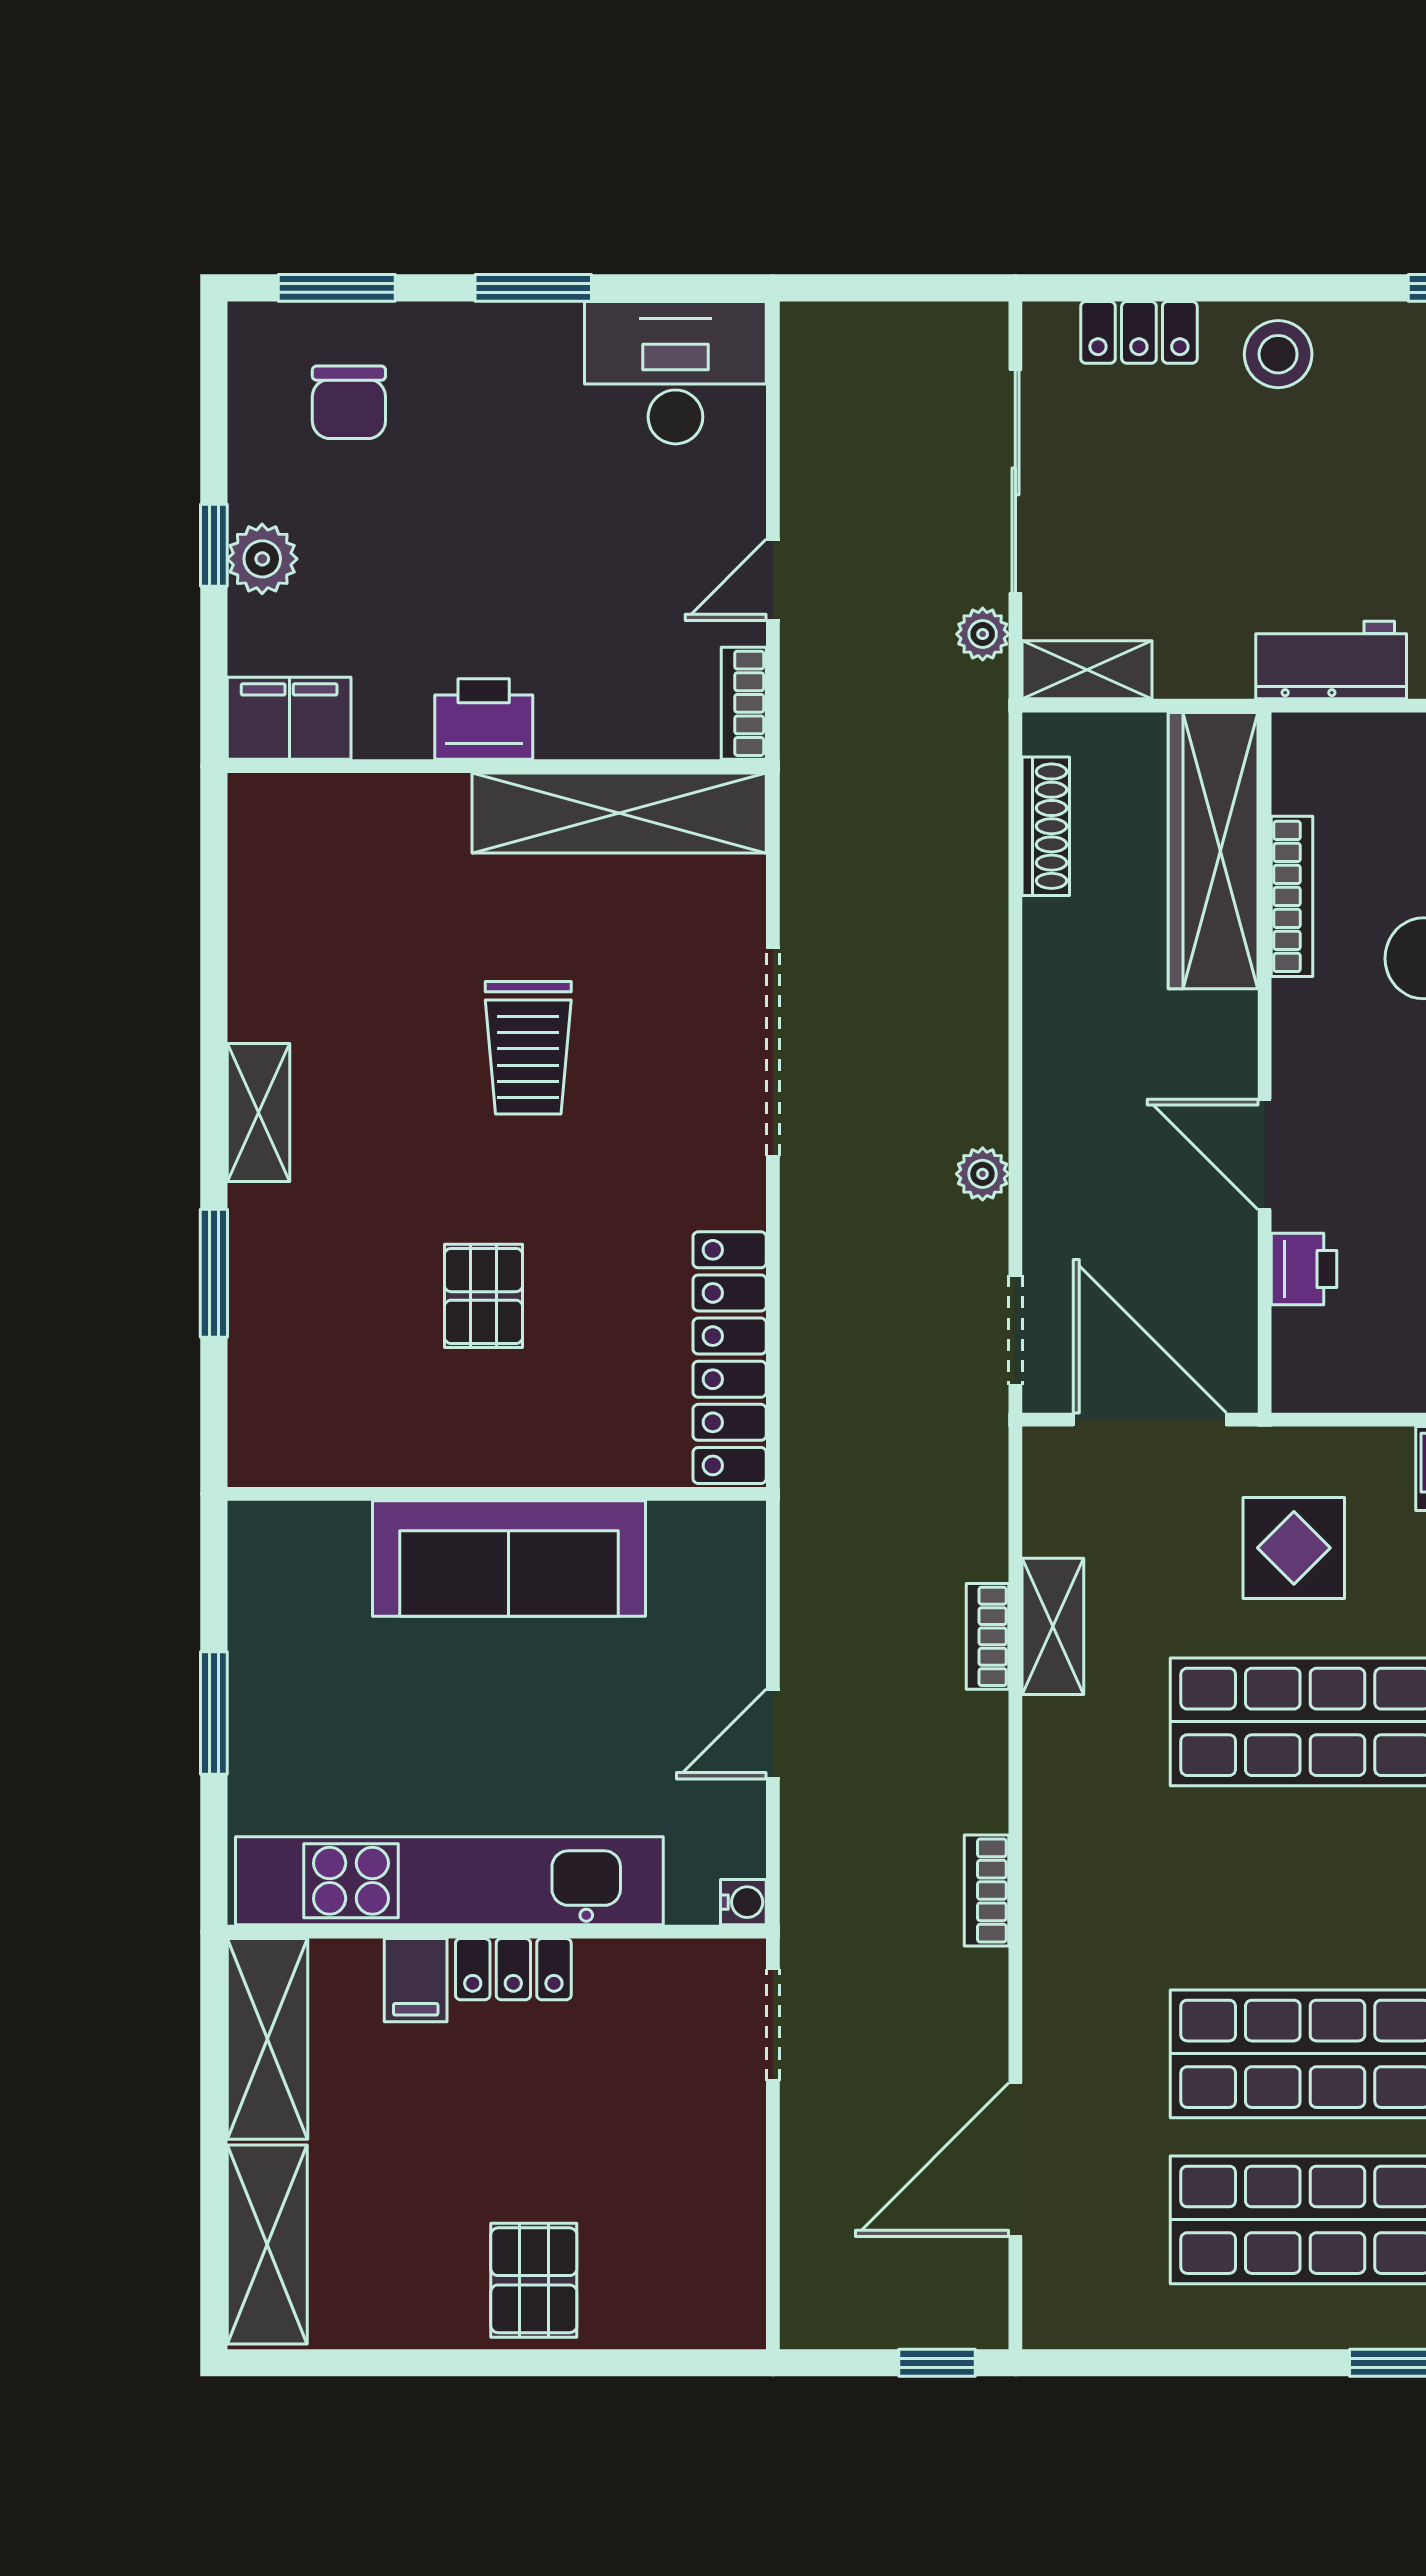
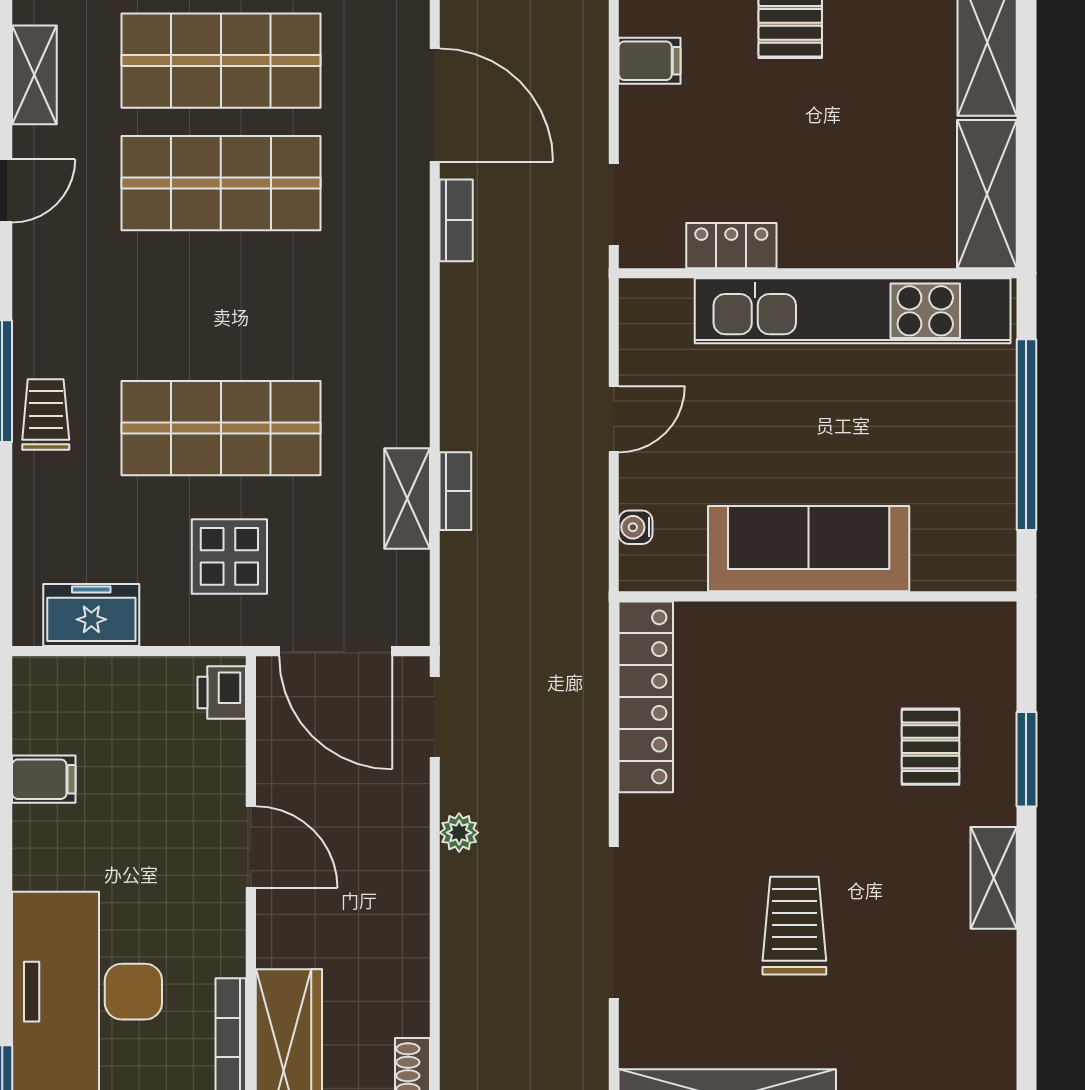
printer: (1304, 1269) -> (222, 693), moved
pallet: (483, 1296) -> (931, 747), moved
window: (214, 1713) -> (1026, 435), width x2.11
bookcase: (987, 1890) -> (456, 220), moved
water cooler: (743, 1902) -> (636, 527), moved
locker: (513, 1969) -> (731, 246), moved
filing cabinet: (416, 1980) -> (650, 61), moved, turned 90
door: (1015, 2160) -> (435, 105), hinge flipped

